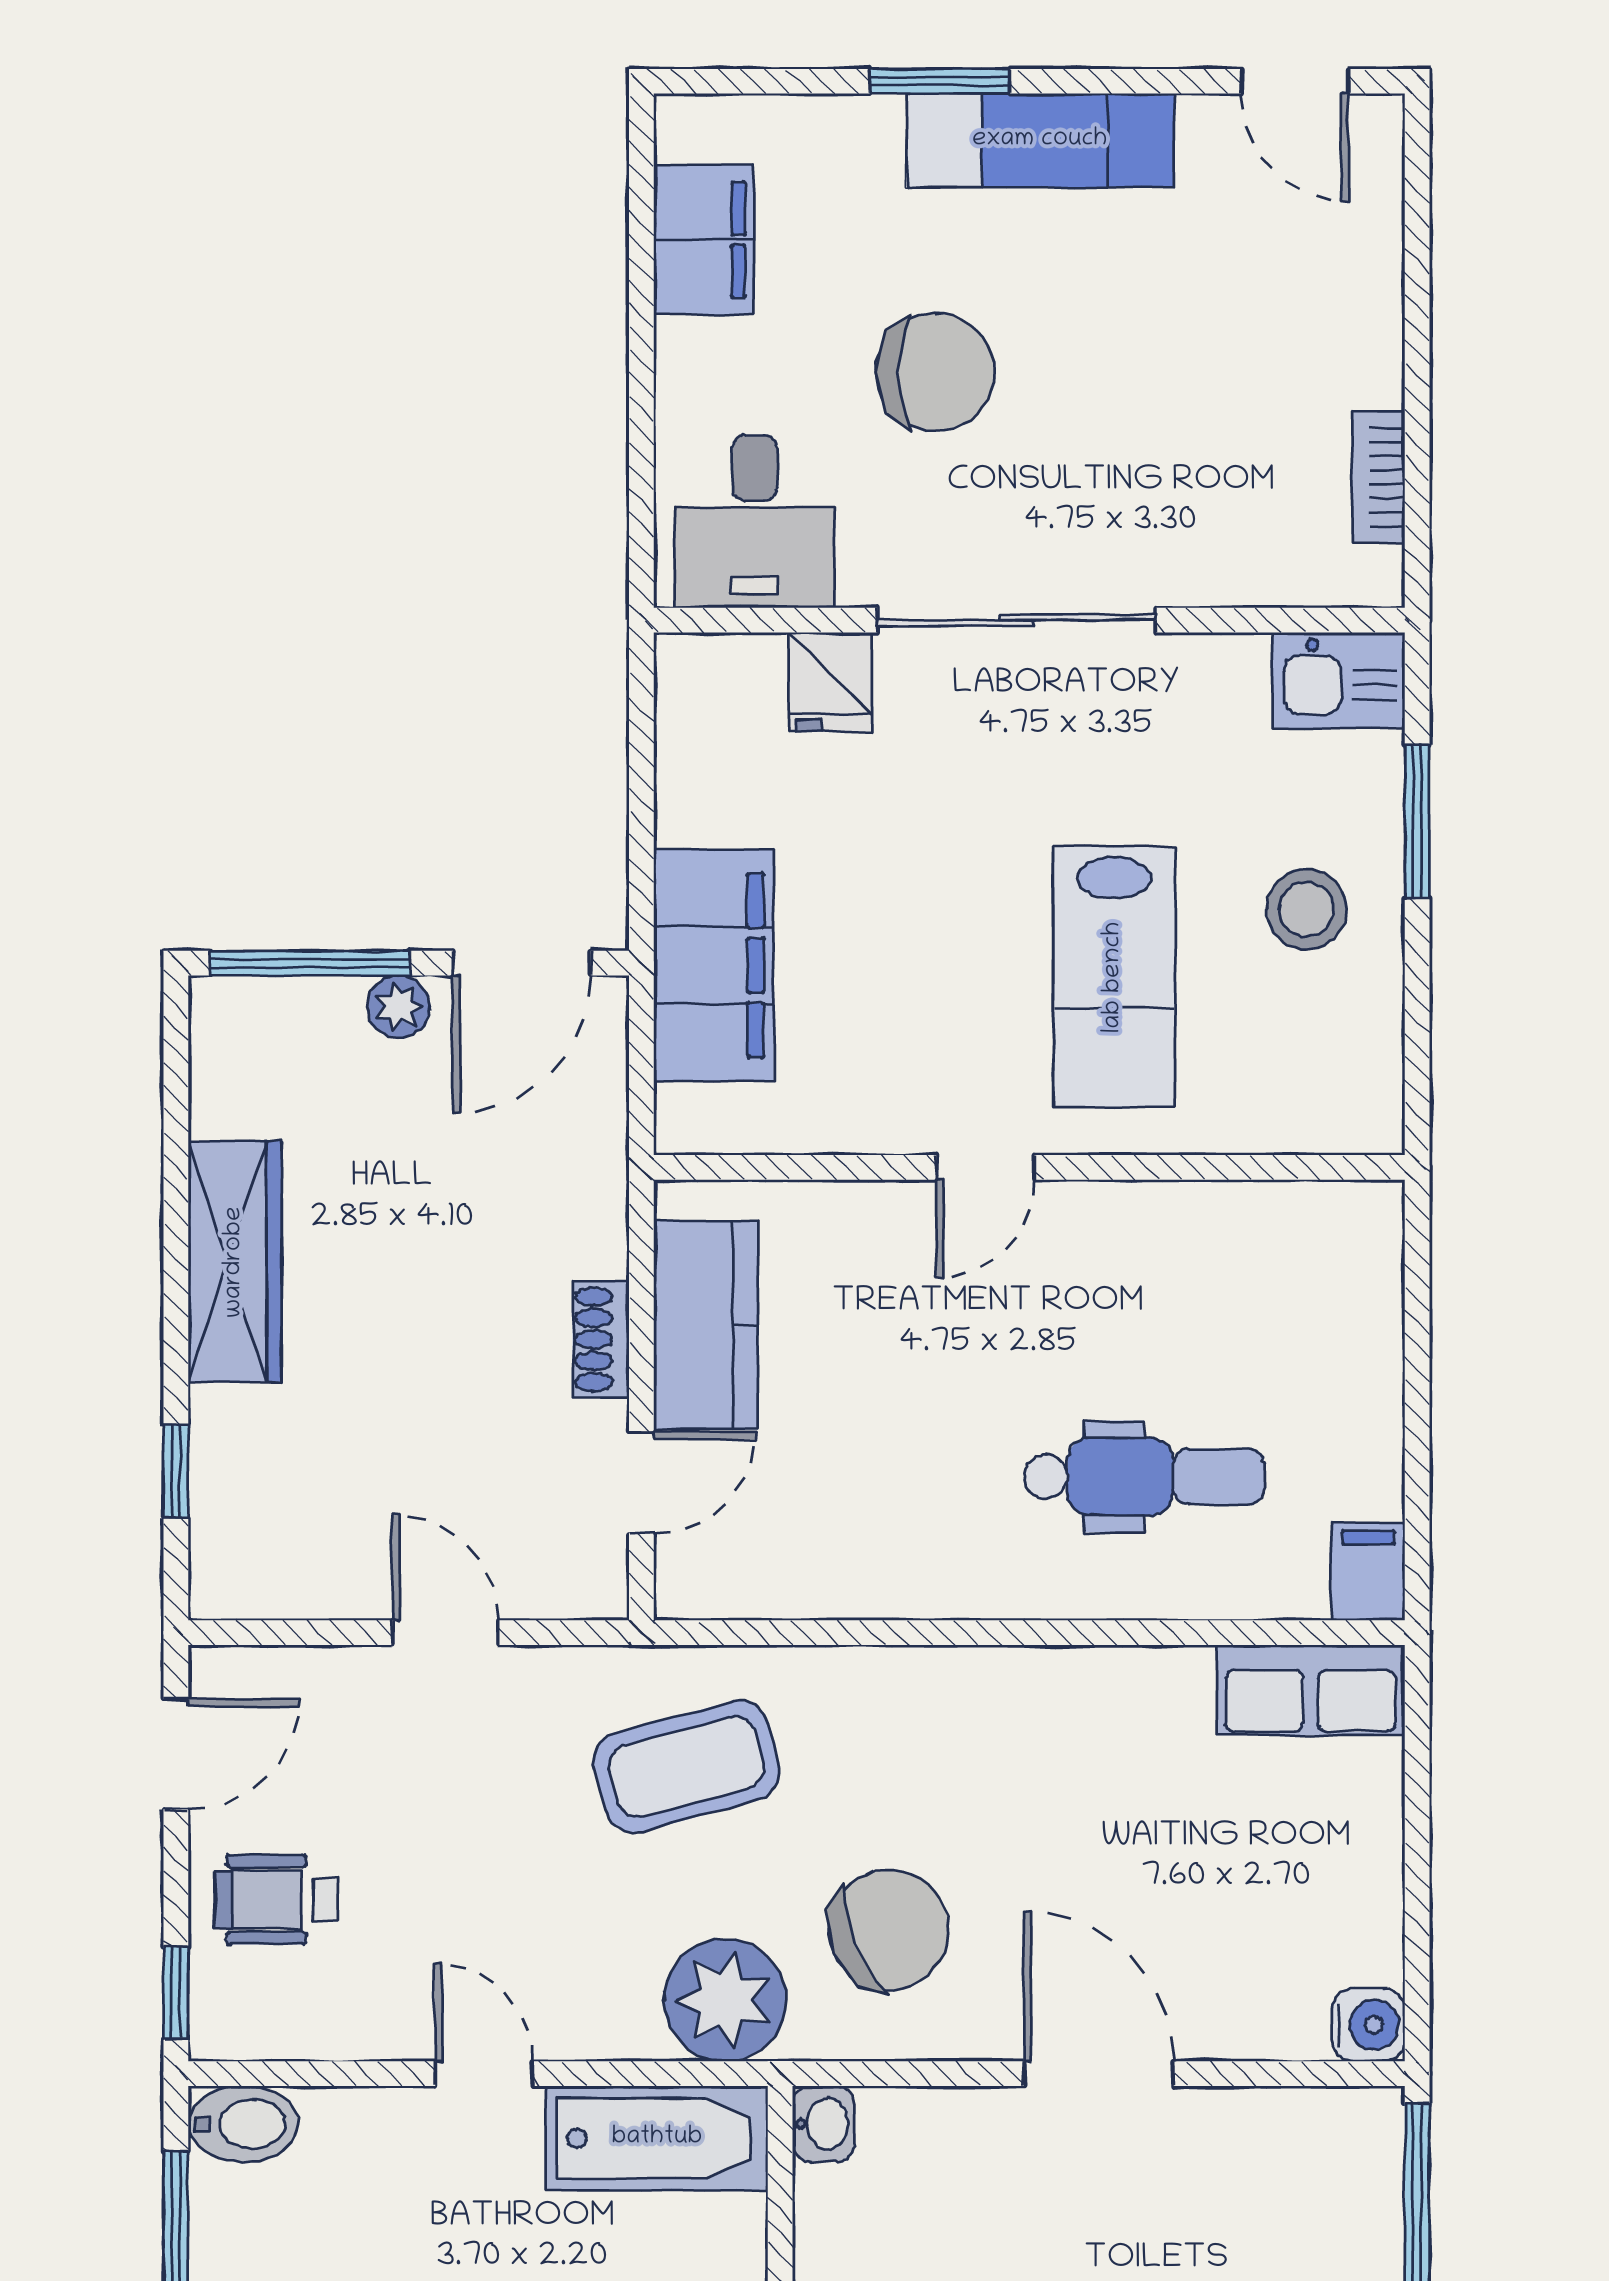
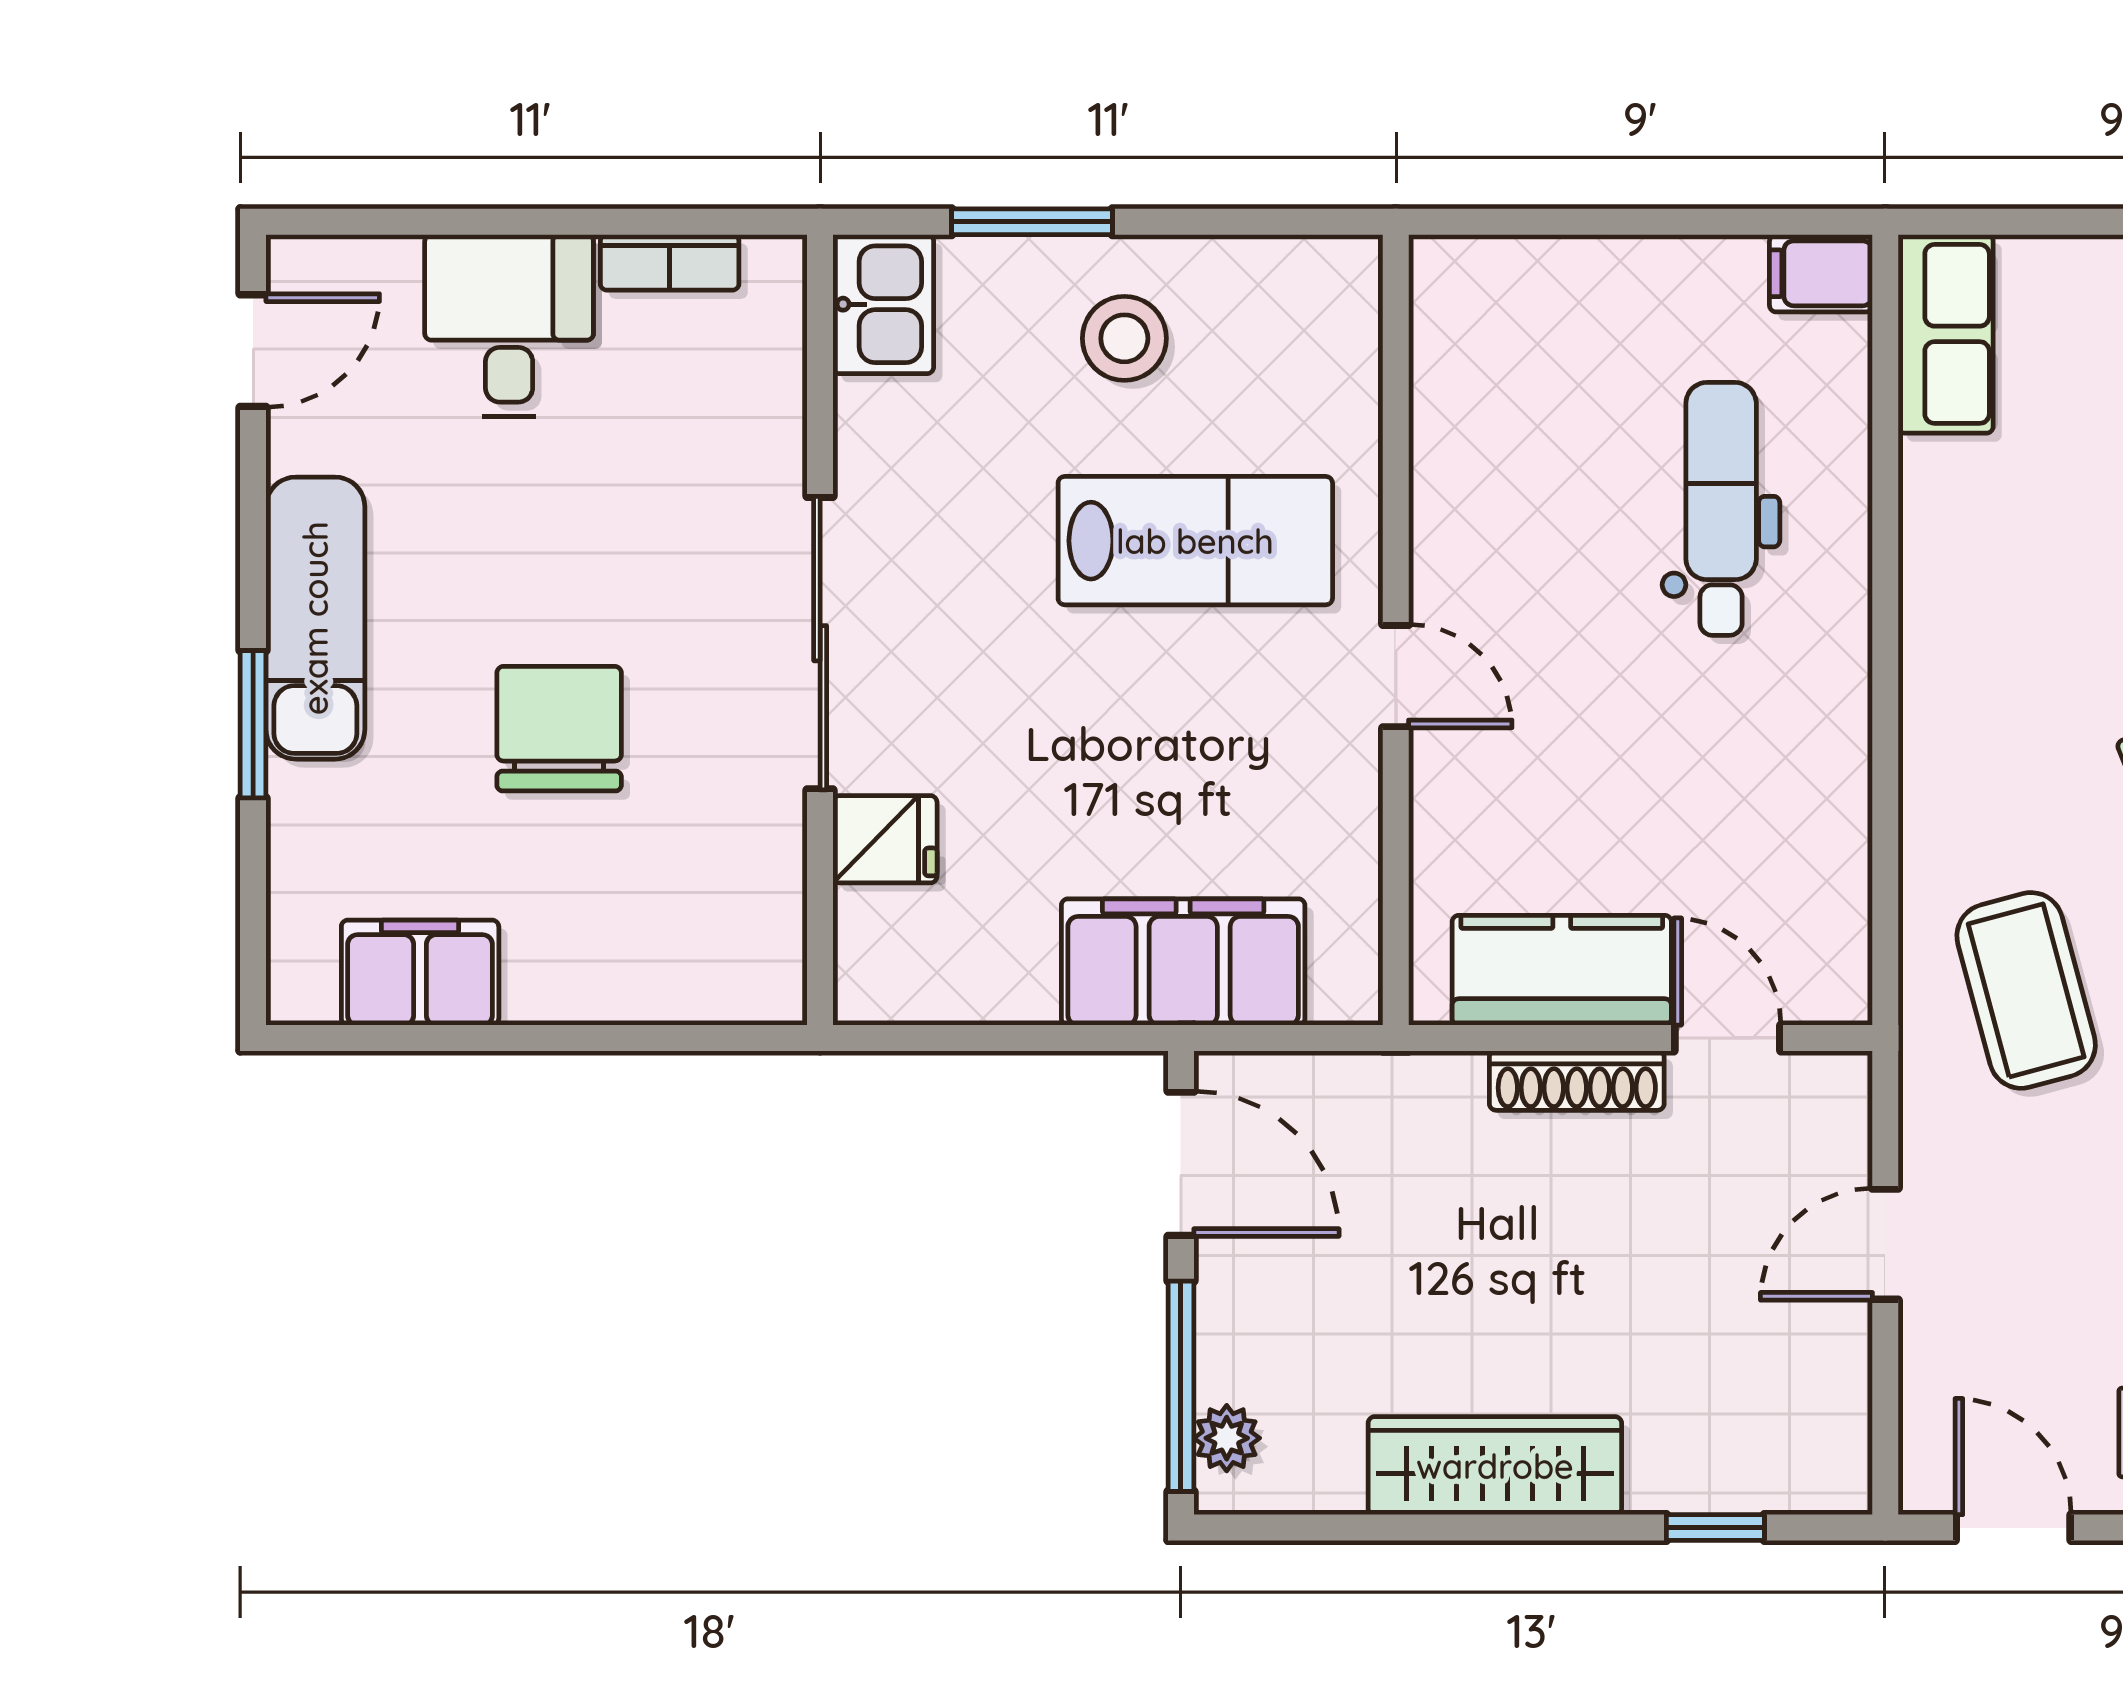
desk: (755, 521) -> (509, 326), moved, turned -90
plant: (398, 1007) -> (1227, 1438), moved
shoe rack: (601, 1339) -> (1577, 1081), width x1.43

